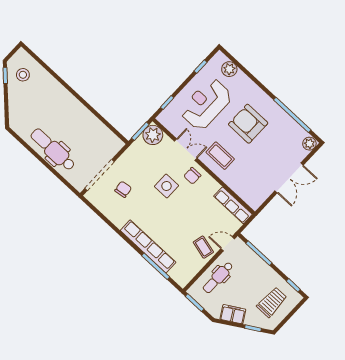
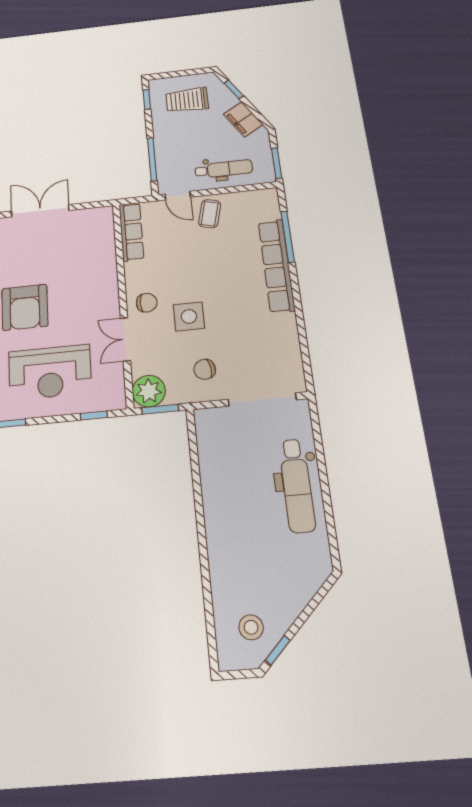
coffee table: (220, 156) -> (92, 298), removed
chair: (123, 189) -> (205, 369), moved

